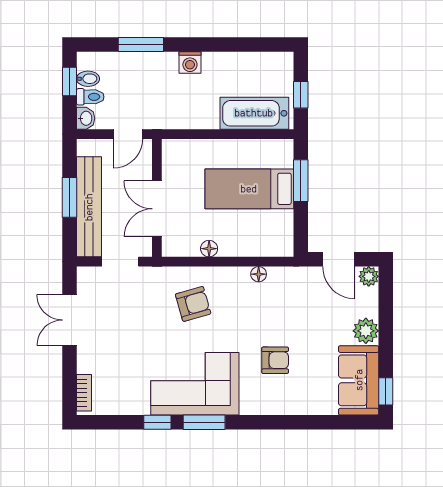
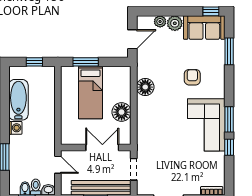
bathtub: (254, 113) -> (18, 100), moved, turned 180
double door: (157, 209) -> (102, 148), swing flipped
floor lamp: (209, 249) -> (122, 112), width x1.89, depth x1.89
floor lamp: (259, 274) -> (145, 87), width x1.89, depth x1.89
plant: (369, 276) -> (160, 22), moved
armchair: (193, 304) -> (159, 126), removed
window: (319, 422) -> (229, 51), added

